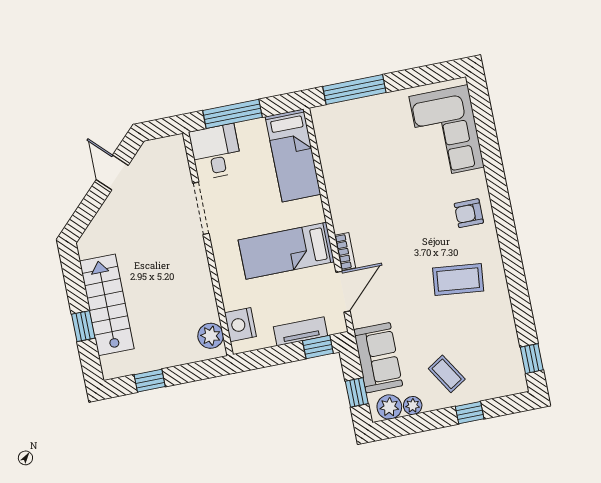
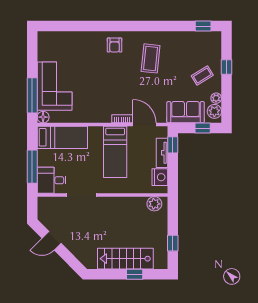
floor lamp: (321, 116) -> (43, 117), added
corner sofa: (447, 132) -> (55, 86), moved, turned -90
nightstand: (240, 325) -> (160, 177), moved, turned -90

